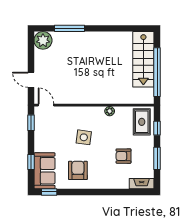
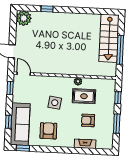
window: (70, 28) -> (47, 9), width x0.46
window: (157, 72) -> (120, 50), width x0.68
rug: (142, 122) -> (84, 96), moved, turned 90
sofa: (44, 171) -> (20, 124), width x1.36
fireplace: (142, 184) -> (85, 144), moved

